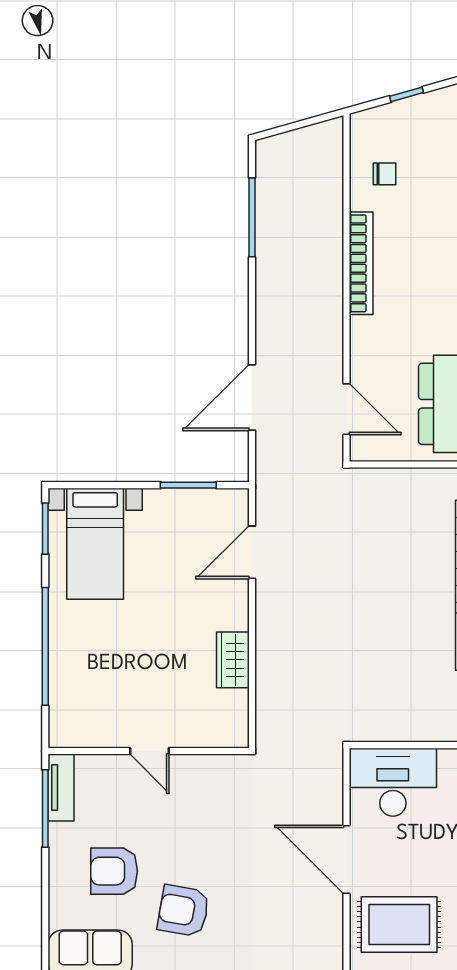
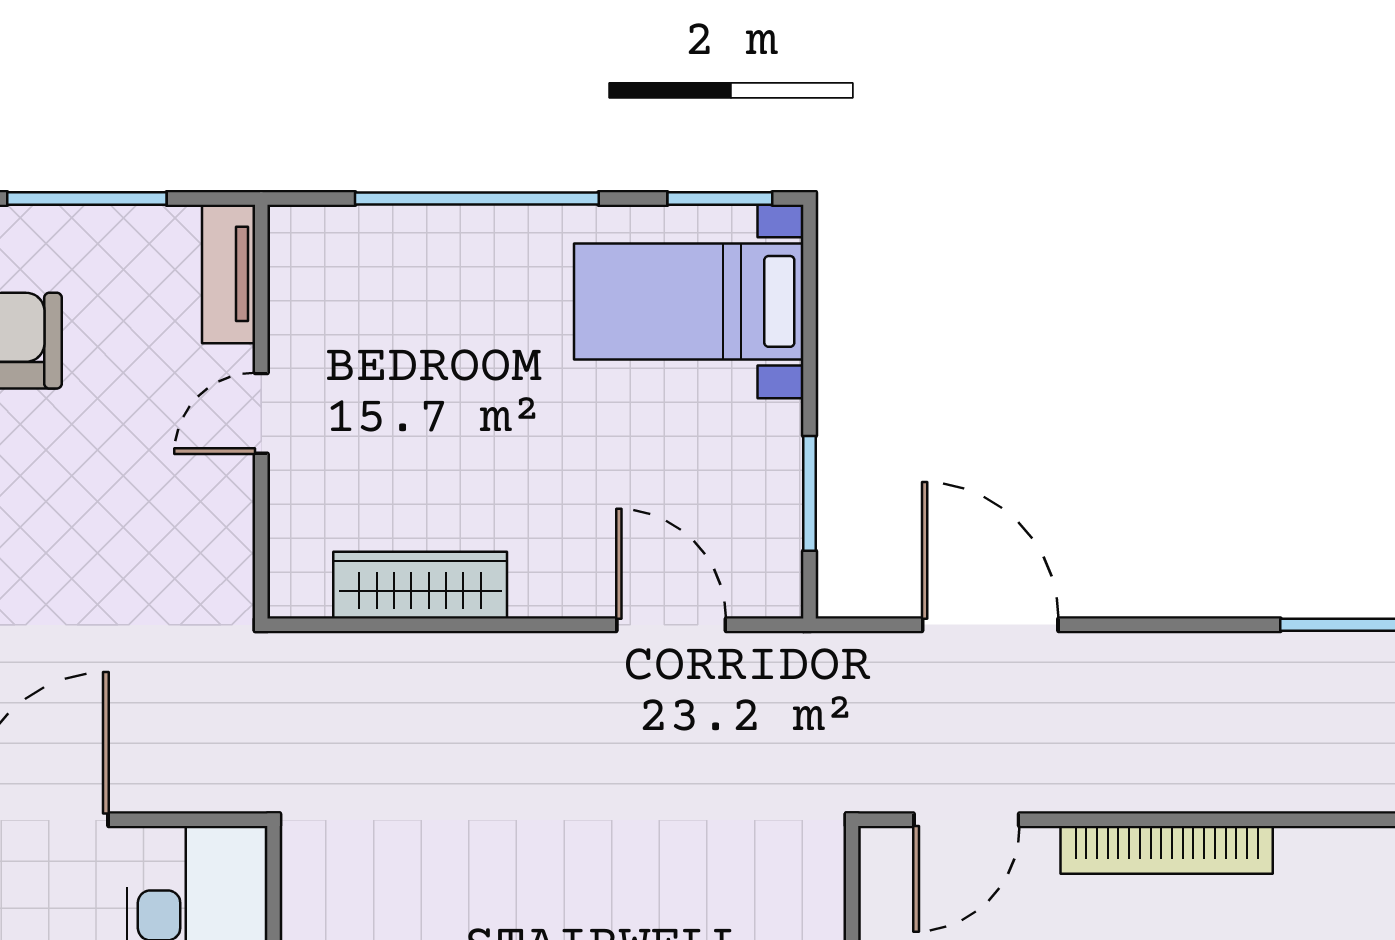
bookcase: (361, 263) -> (1167, 850), moved
wardrobe: (233, 660) -> (420, 585), width x1.50
tv unit: (61, 788) -> (229, 274), moved, turned 90
window: (45, 808) -> (87, 198), moved

